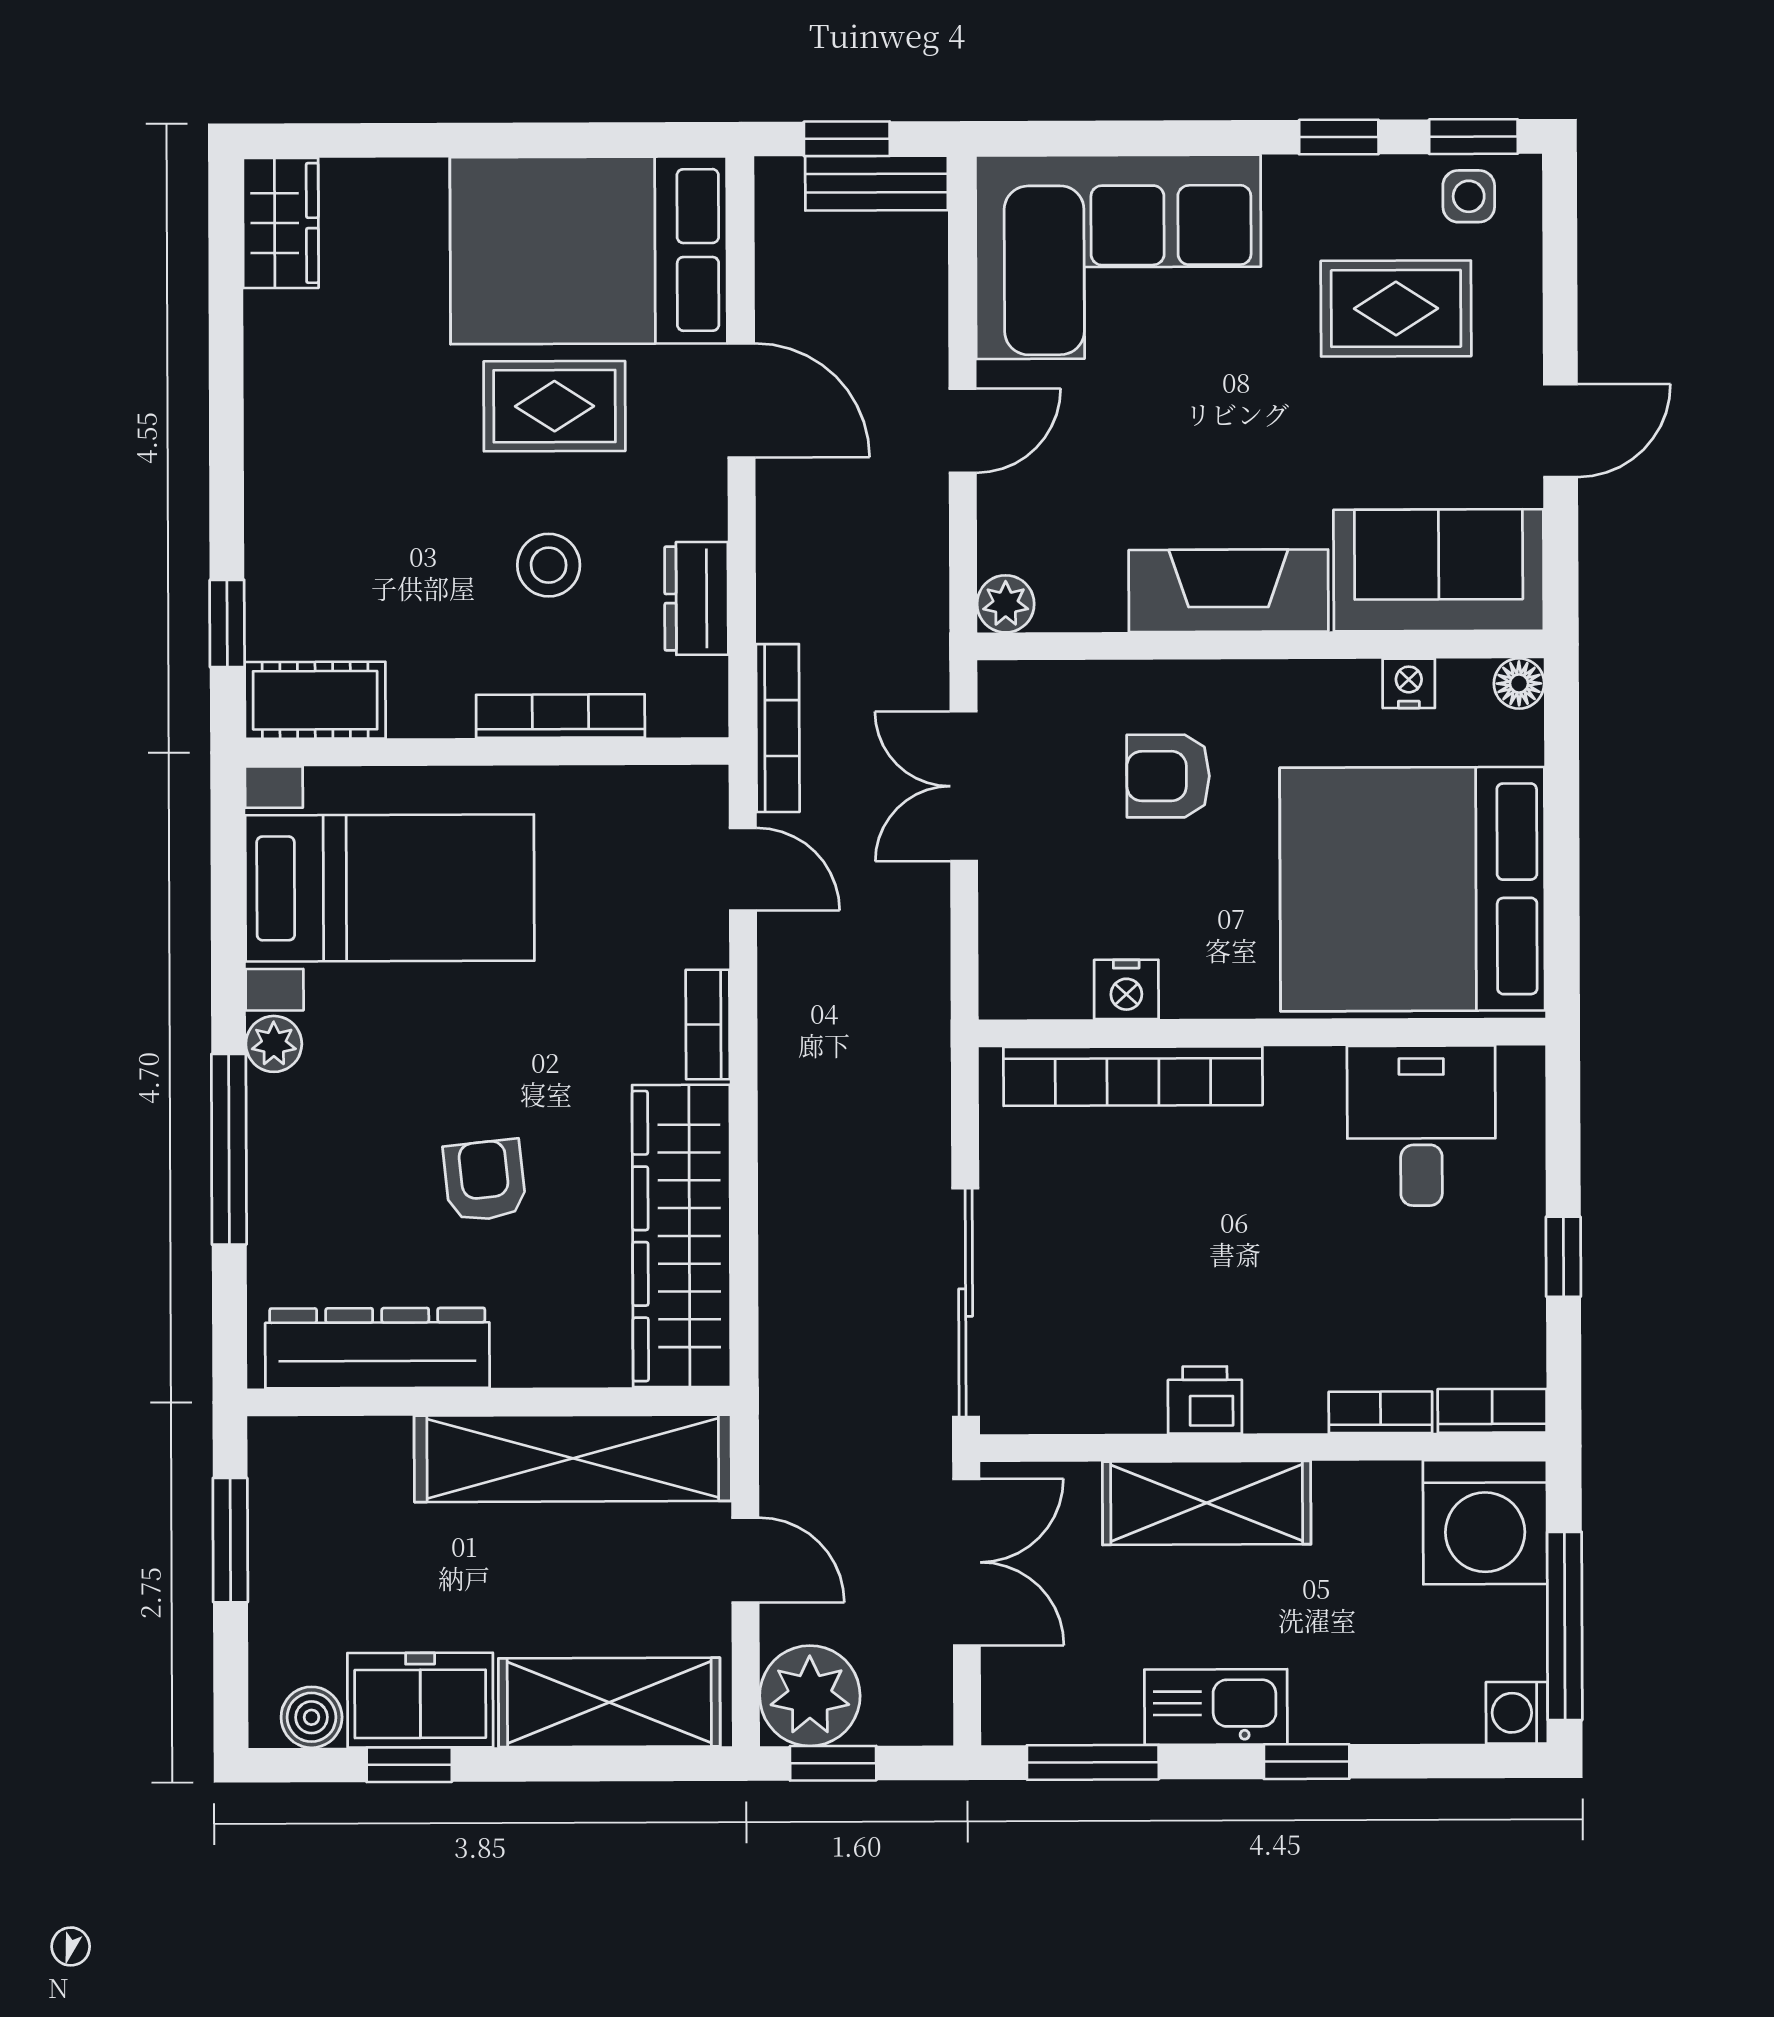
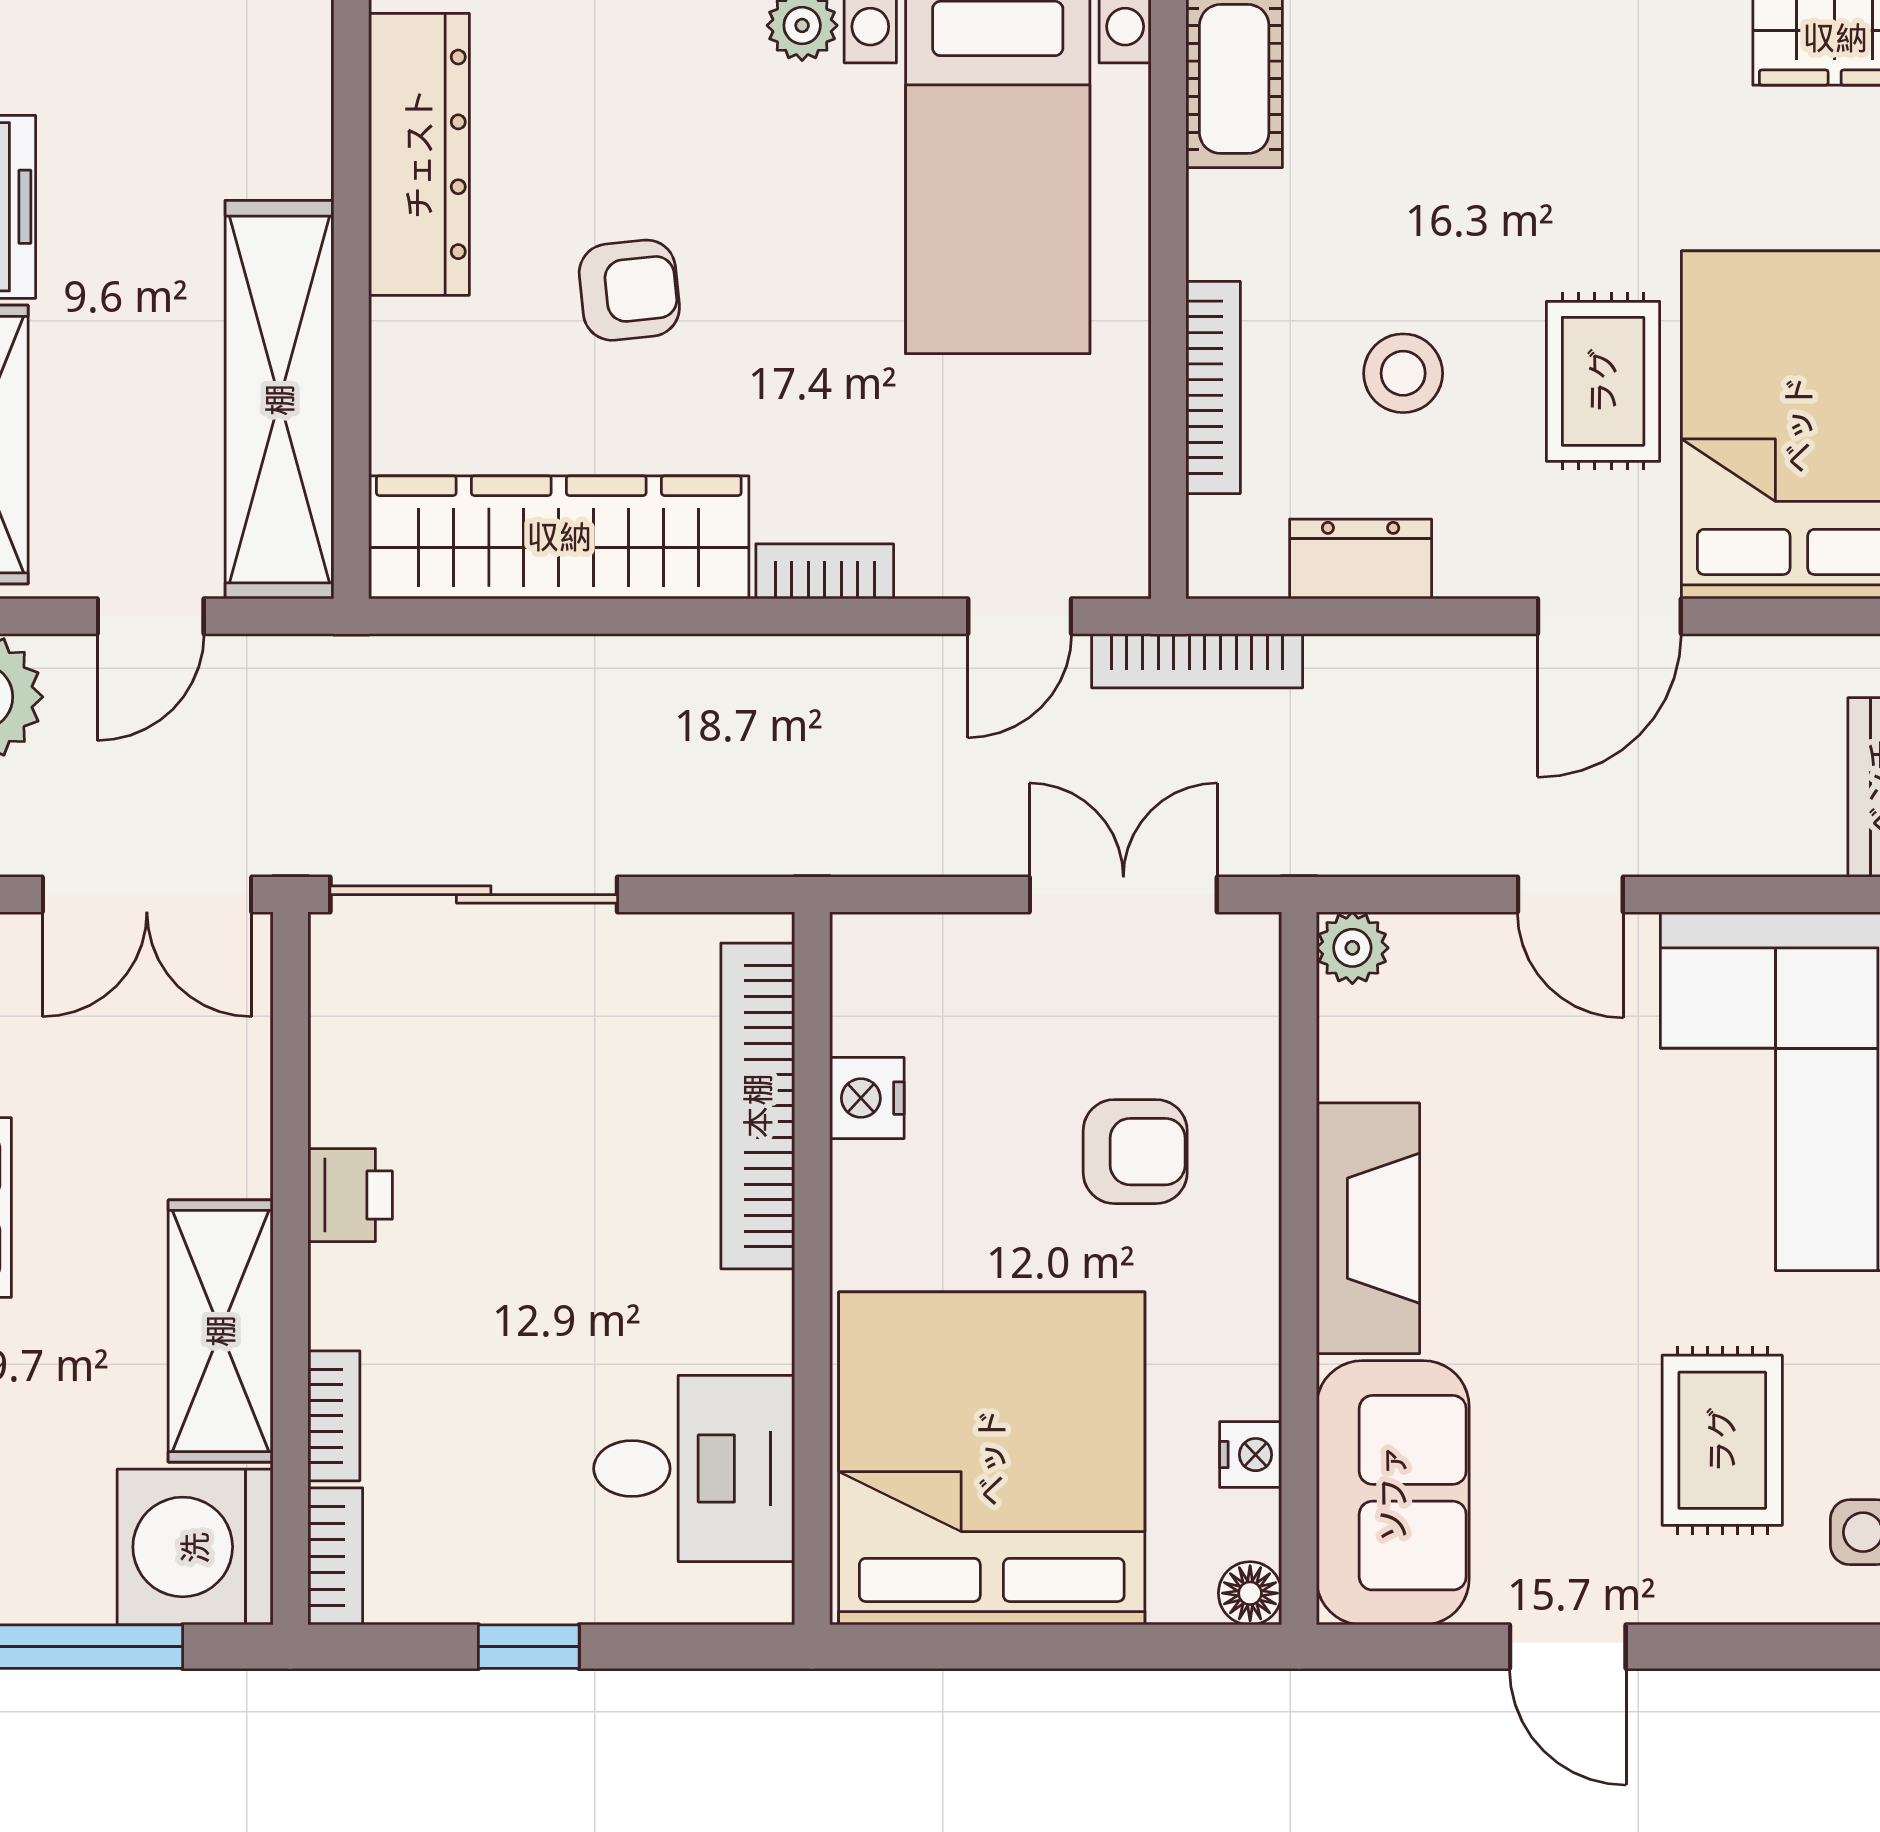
armchair: (1168, 776) -> (1135, 1152), turned 90
shelving: (1207, 1503) -> (221, 1331), moved

